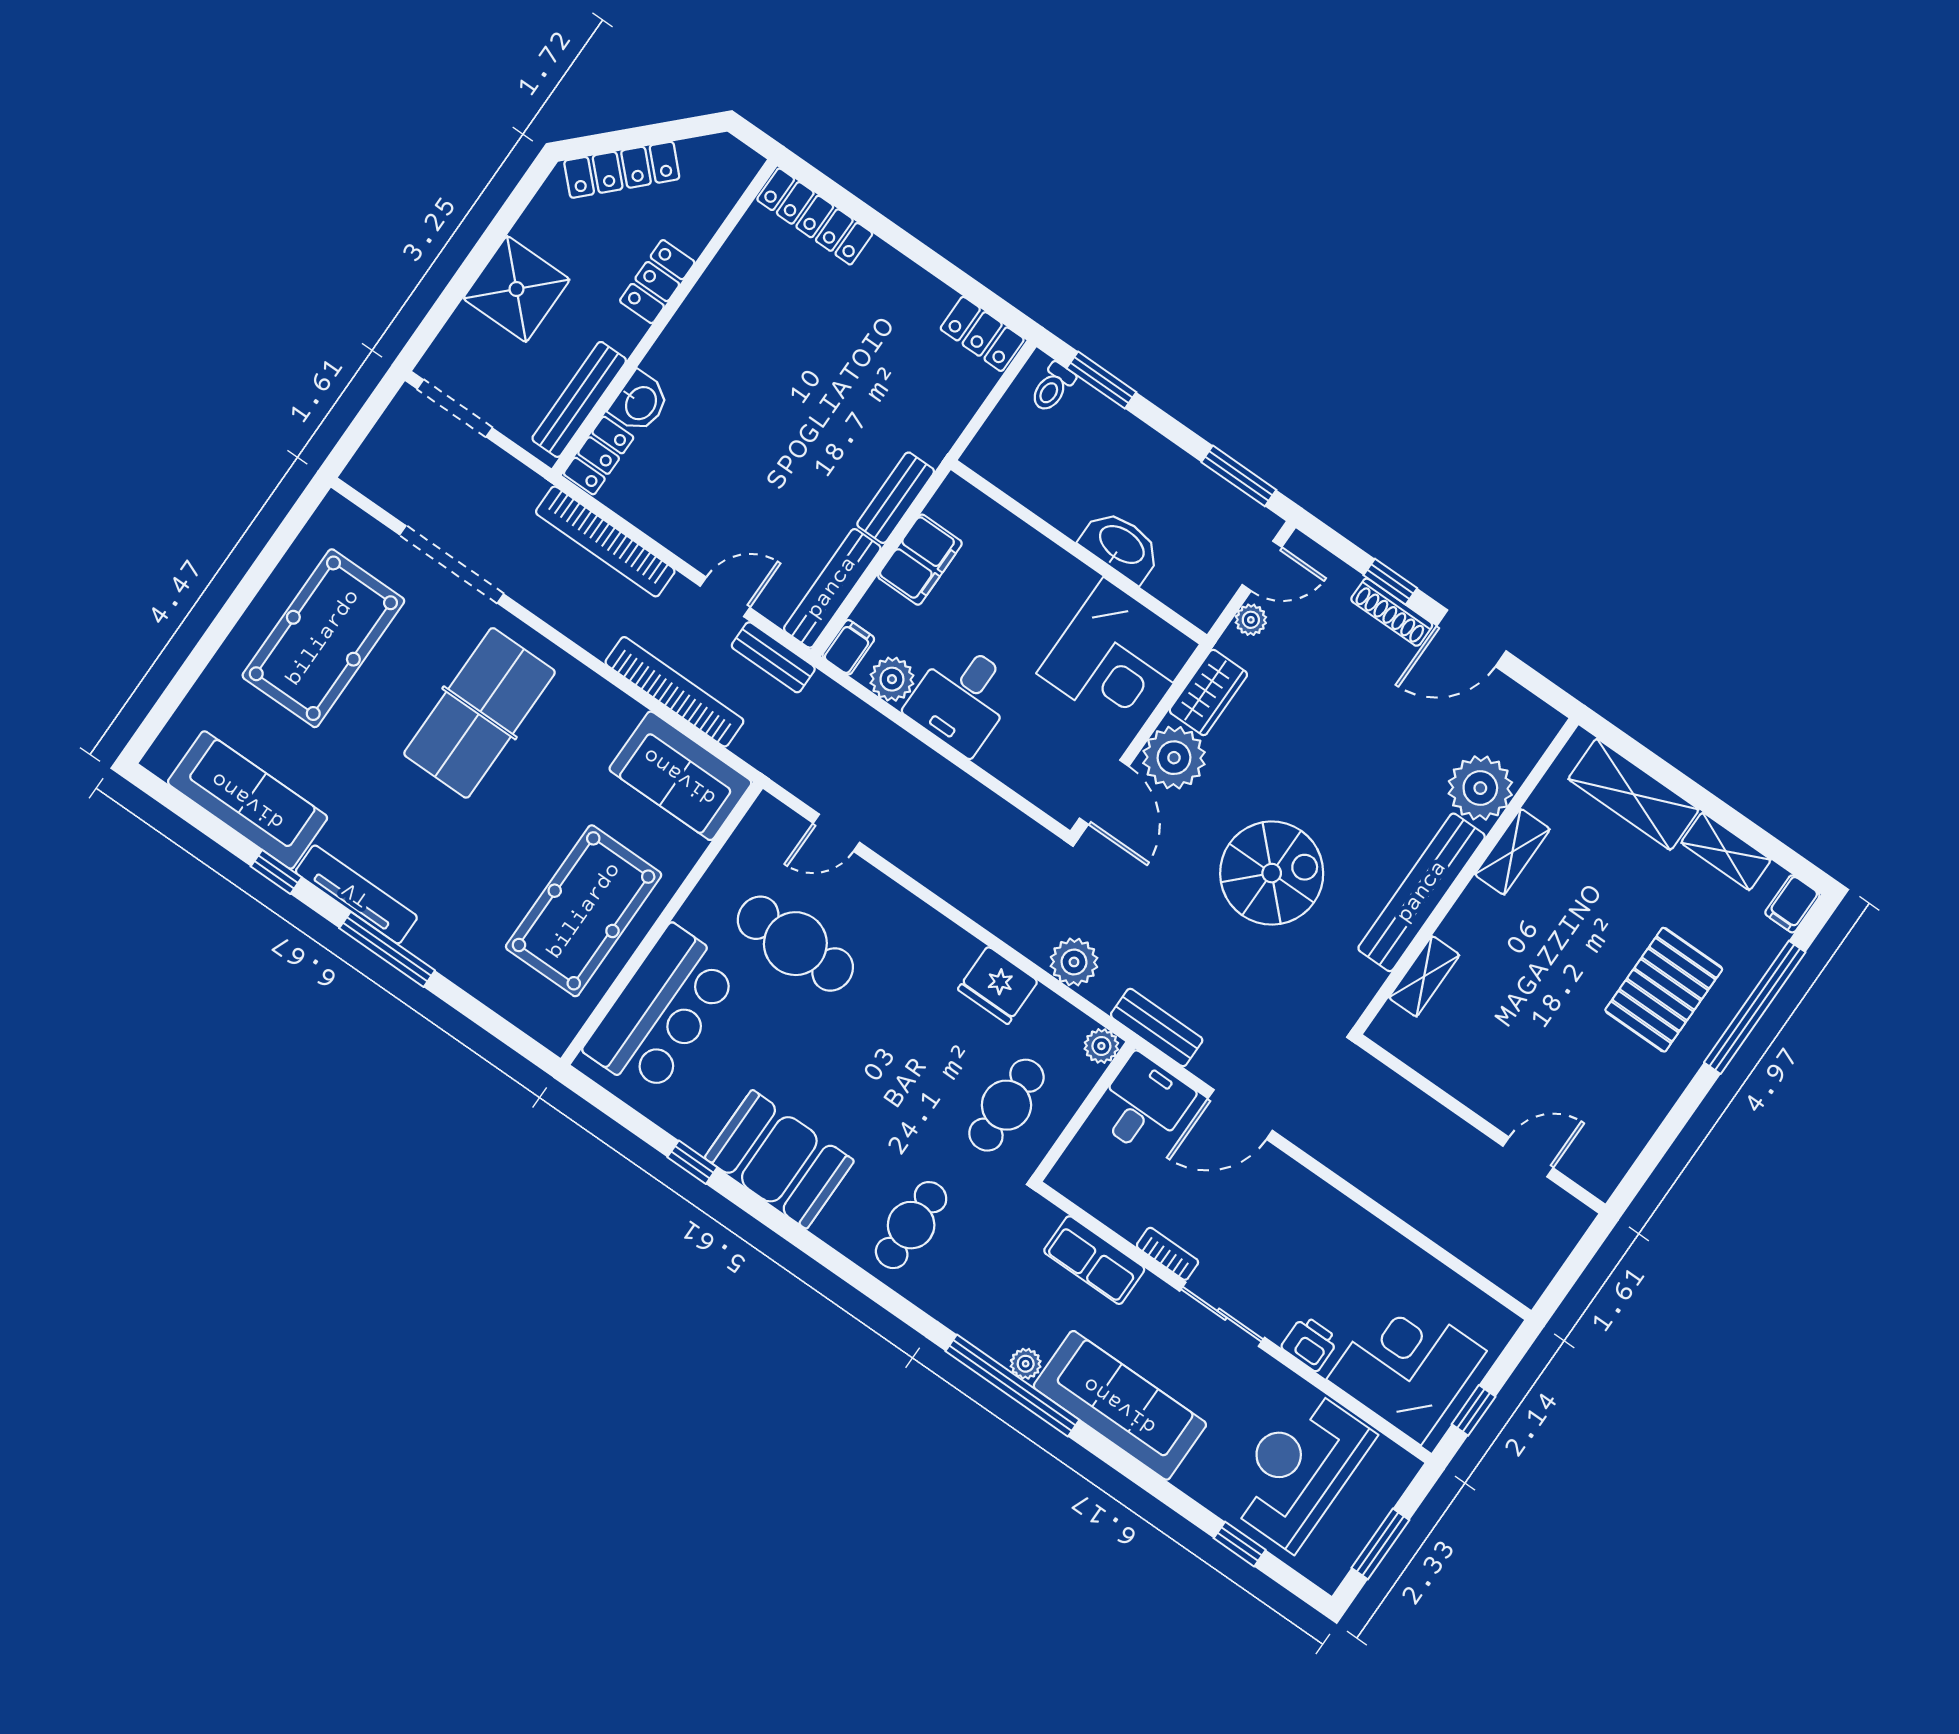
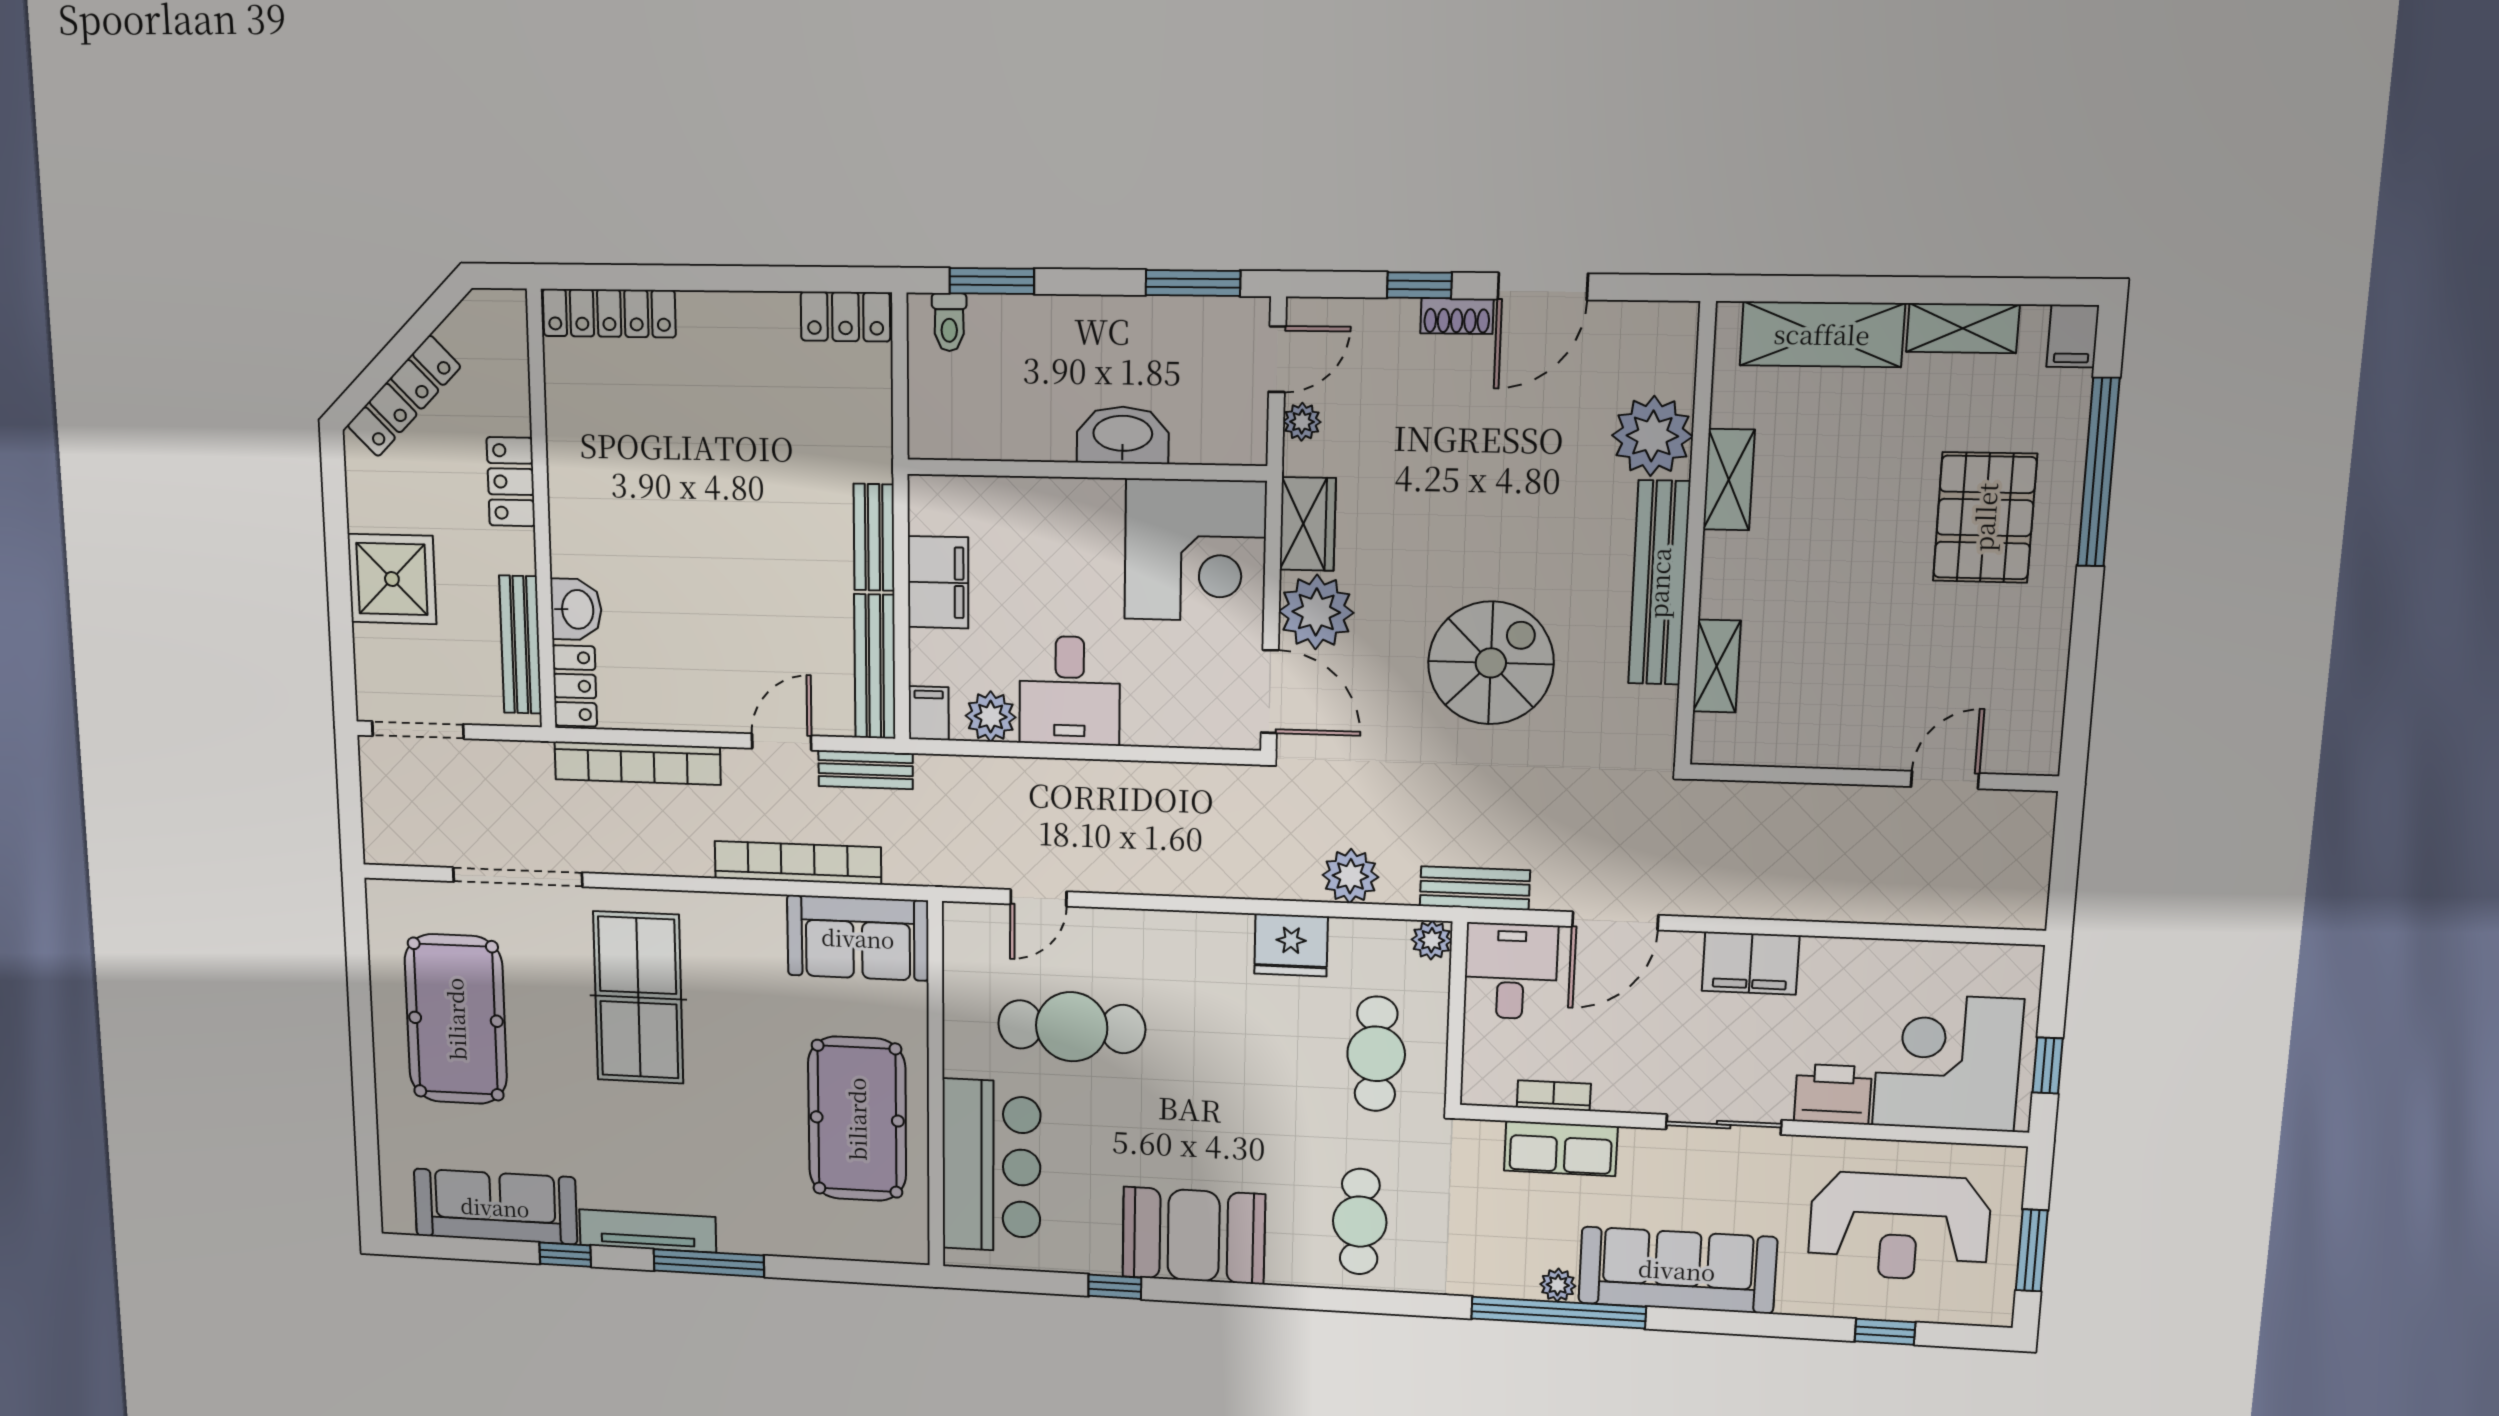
shoe rack: (1392, 612) -> (1457, 316), width x0.70
filing cabinet: (1315, 1206) -> (1751, 963), added
bookcase: (1167, 1254) -> (1554, 1096), moved
printer: (1310, 1343) -> (1833, 1094), width x1.36, depth x1.24
reception desk: (1298, 1469) -> (1899, 1227), turned -90

